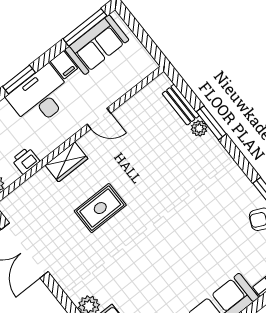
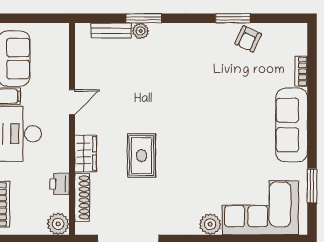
shoe rack: (29, 187) -> (82, 197), added

